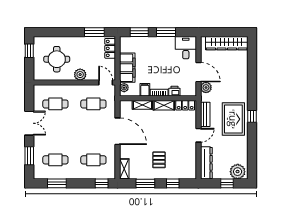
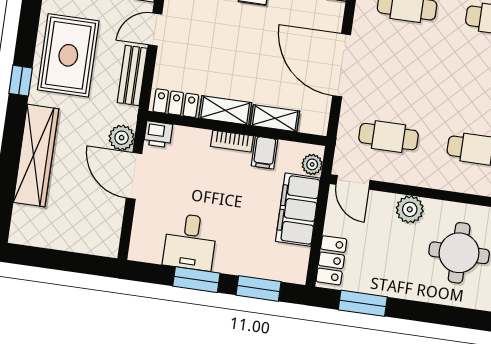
wardrobe: (227, 43) -> (36, 156), moved, turned 90
desk: (186, 48) -> (190, 242), moved
printer: (174, 91) -> (158, 134), moved
window: (252, 116) -> (21, 81), moved

